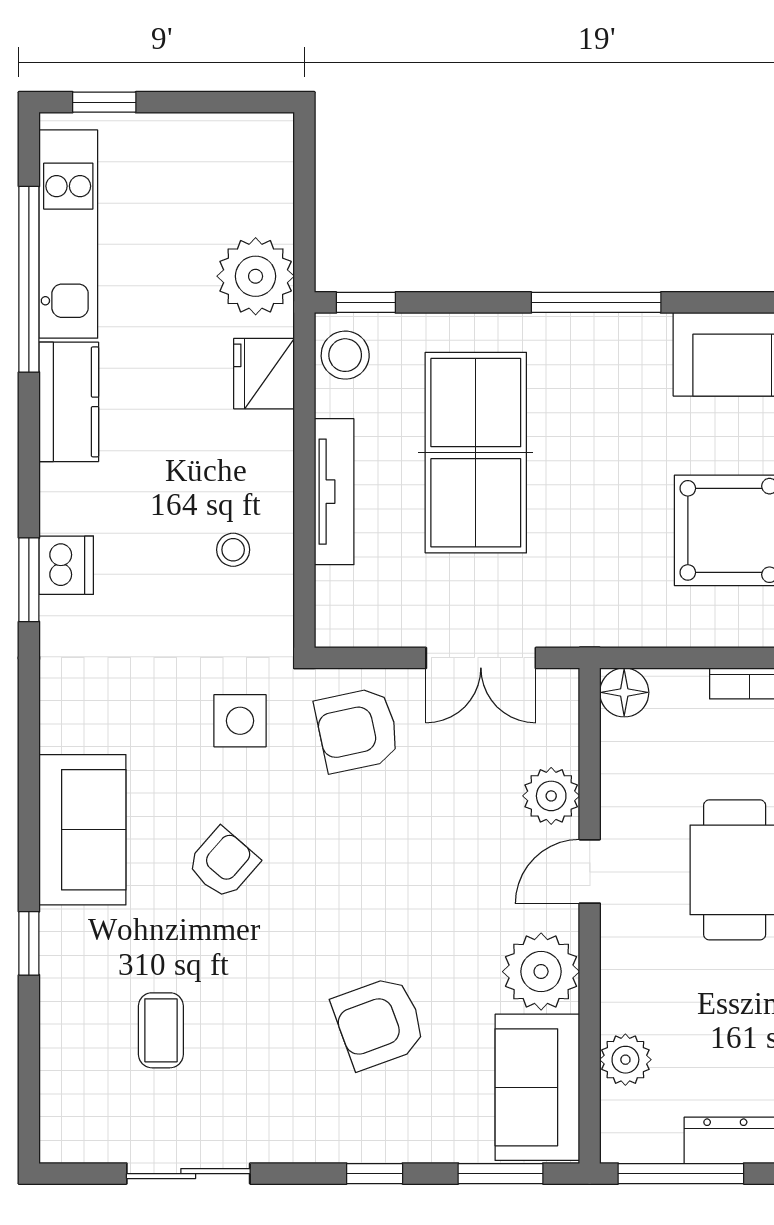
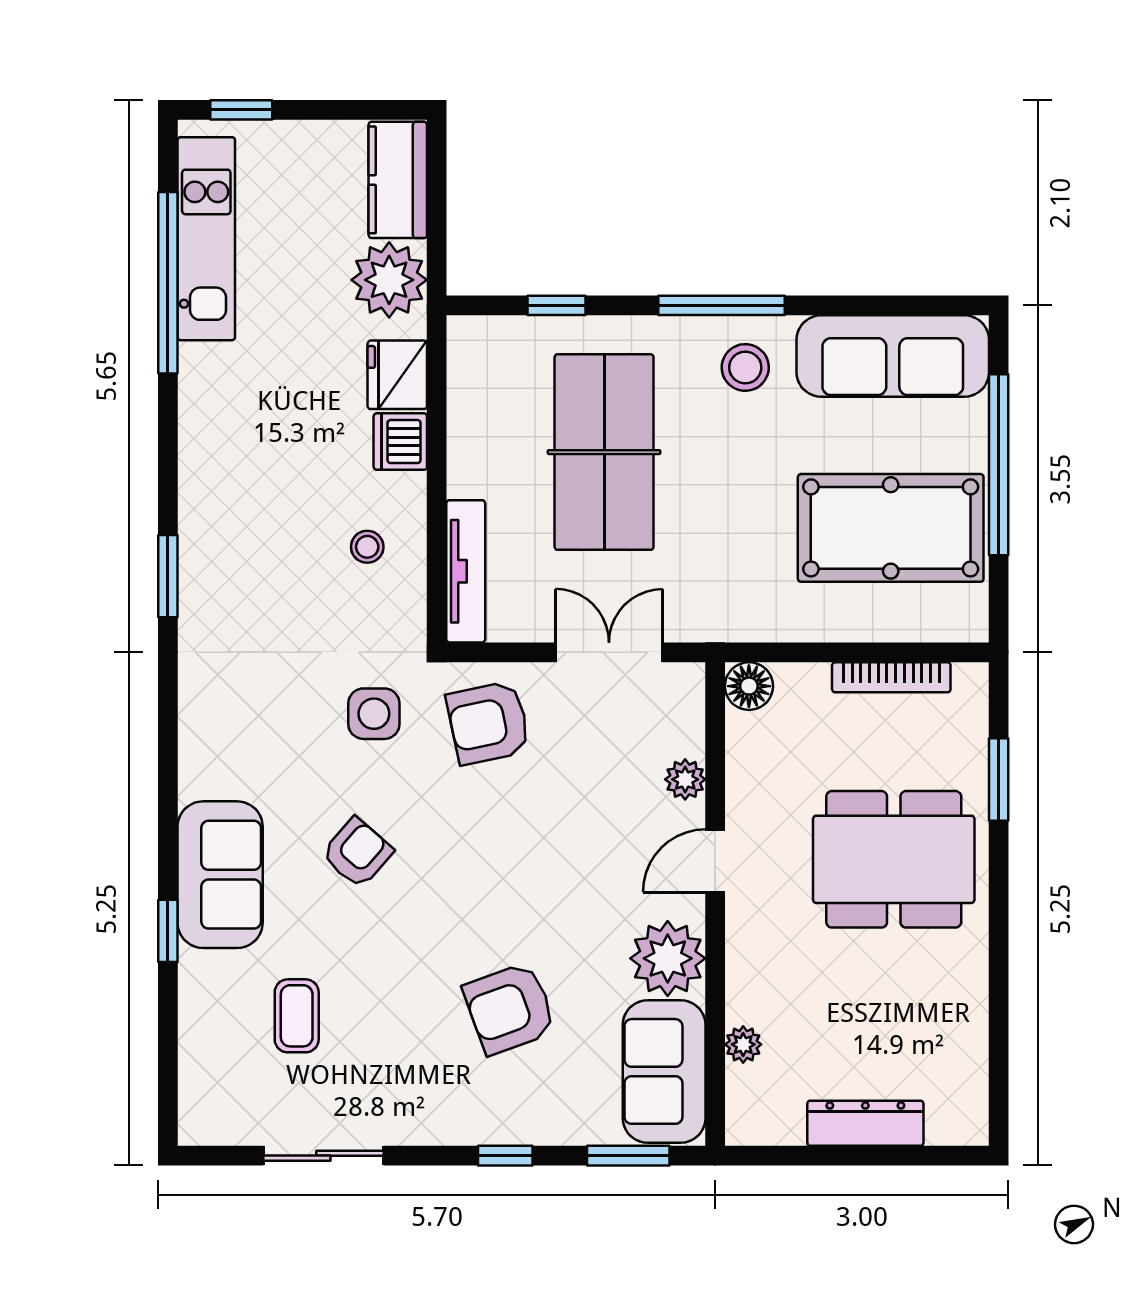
window: (366, 302) -> (556, 305), moved
stool: (345, 355) -> (745, 367), moved
kitchen counter: (69, 402) -> (398, 180), moved, turned 180
tv unit: (334, 492) -> (466, 571), moved
dishwasher: (66, 565) -> (400, 442), moved, turned 180
double door: (481, 658) -> (609, 652), swing flipped
plant: (551, 796) -> (685, 779), width x0.73, depth x0.73
sofa: (82, 830) -> (220, 875), moved
plant: (625, 1060) -> (743, 1044), width x0.73, depth x0.73
window: (681, 1174) -> (804, 1156), removed

